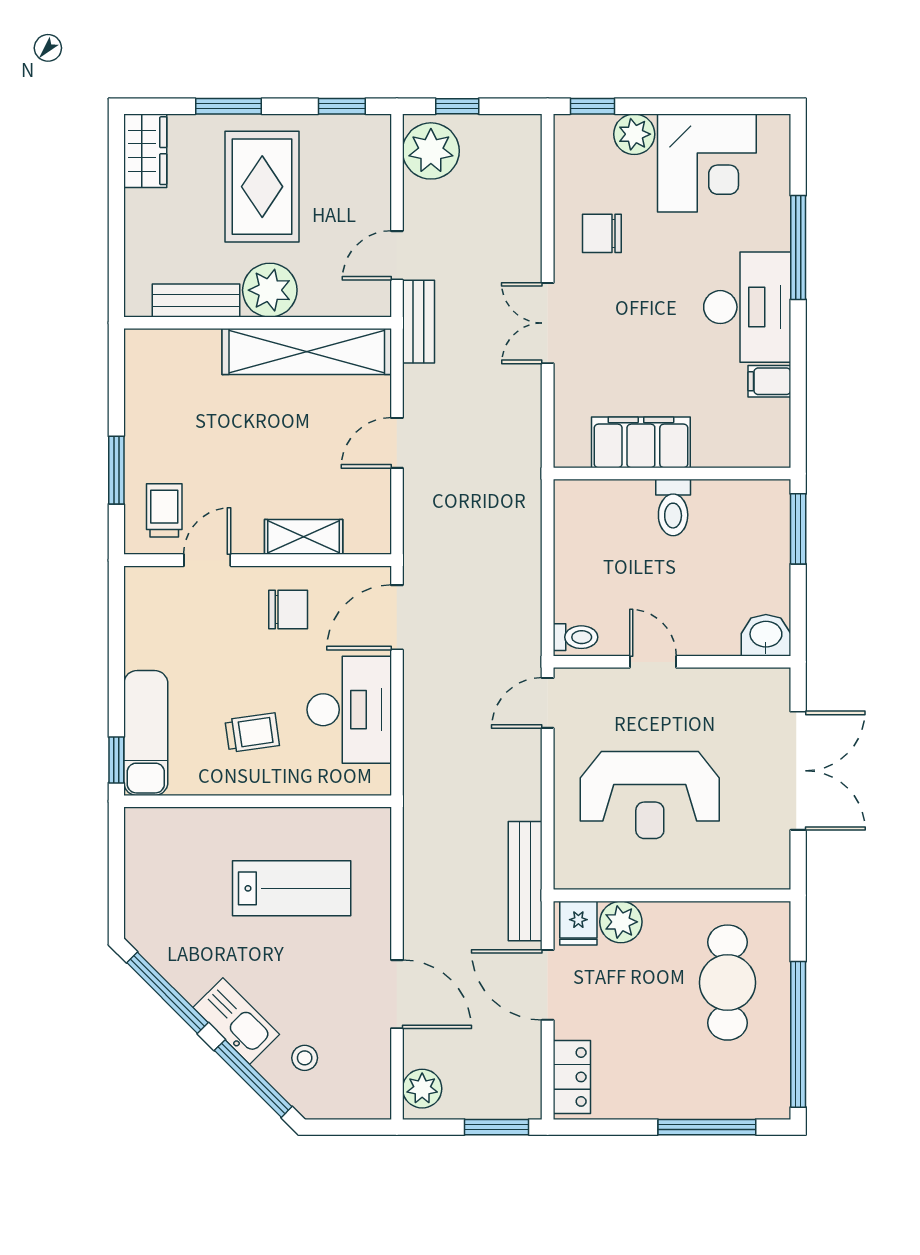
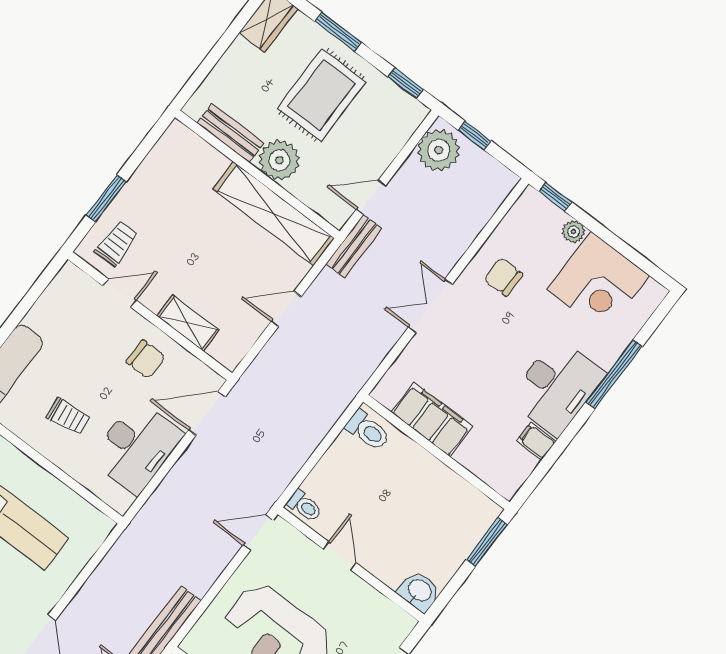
plant: (634, 134) -> (573, 232), width x0.73, depth x0.73
toilet: (673, 508) -> (368, 430), moved, turned -90

